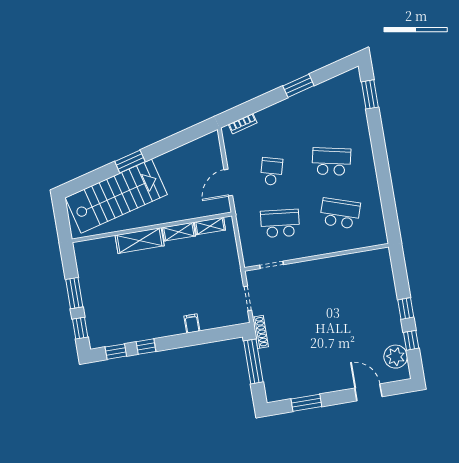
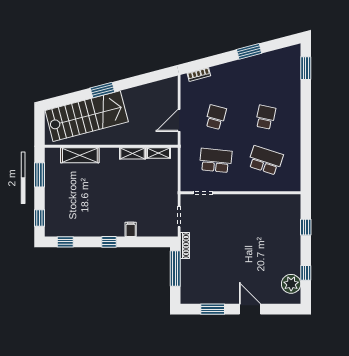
school desk: (331, 161) -> (265, 117), width x0.54
shelving: (140, 241) -> (80, 155), moved
window: (74, 293) -> (40, 175), moved
window: (406, 308) -> (306, 227), moved
window: (146, 347) -> (109, 242), moved
door: (368, 392) -> (250, 309), moved

